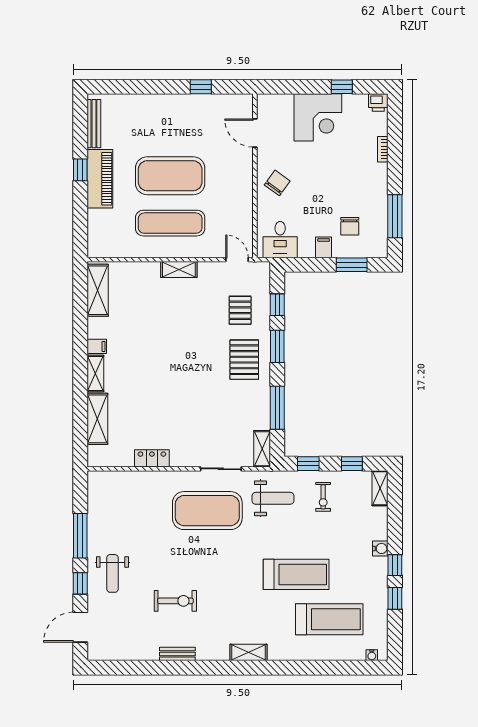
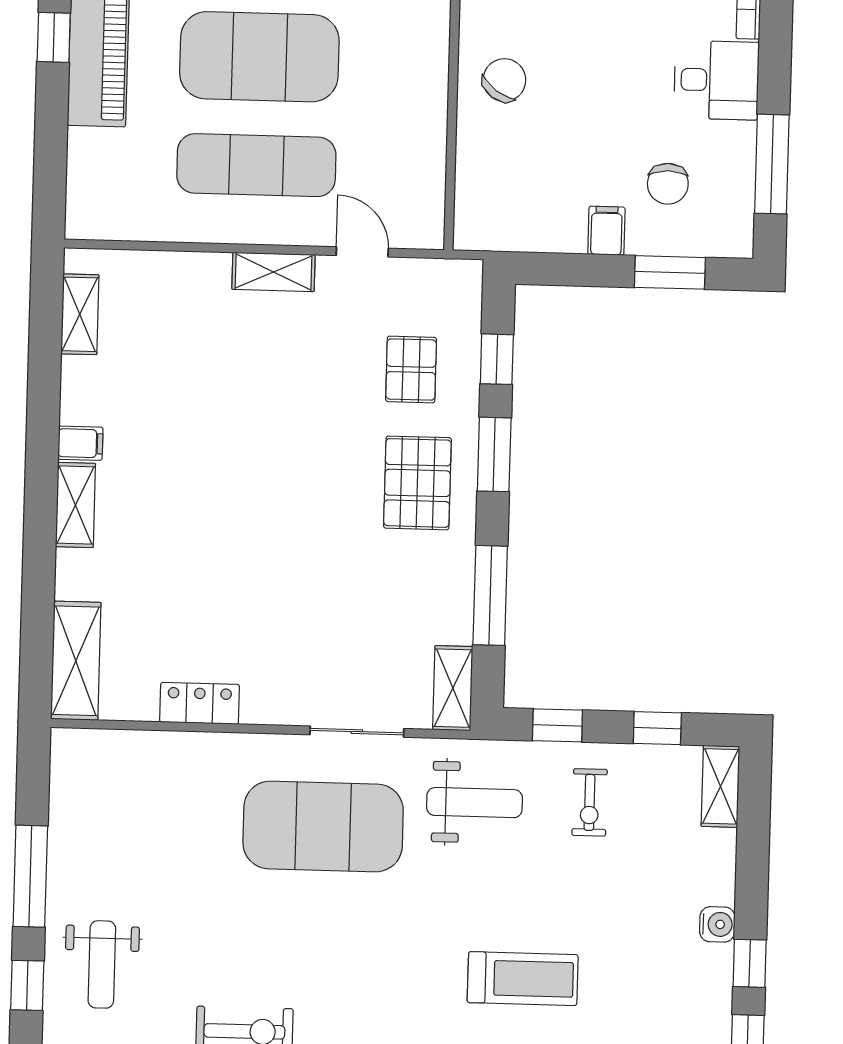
desk: (280, 240) -> (717, 80), moved, turned -90
door: (237, 260) -> (362, 252), moved
shelving: (98, 290) -> (80, 314), width x0.67, depth x0.75
shelving: (97, 419) -> (76, 661), moved
treadmill: (296, 574) -> (523, 979), width x0.73, depth x0.73

